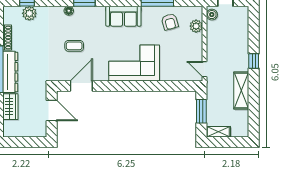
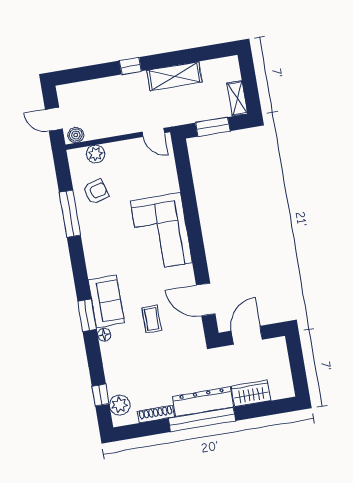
plant: (29, 13) -> (120, 405), moved
sofa: (123, 16) -> (106, 301), moved
door: (204, 69) -> (153, 132), hinge flipped

